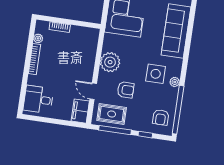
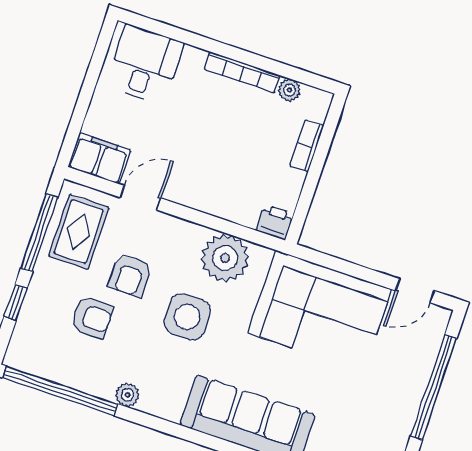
printer: (93, 34) -> (275, 222), added
plant: (110, 62) -> (225, 258), moved
side table: (156, 74) -> (187, 317), moved
armchair: (161, 117) -> (92, 318), moved, turned 180

